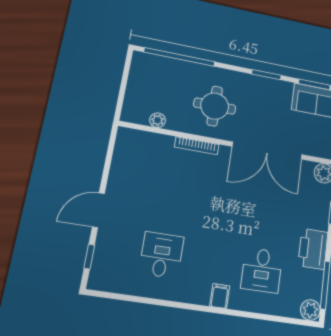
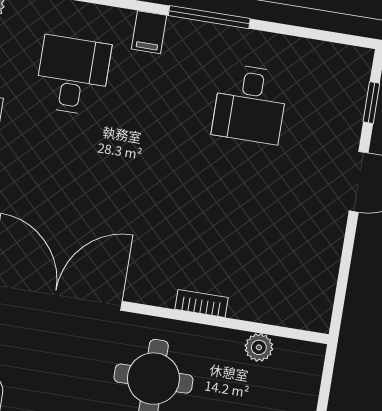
bookcase: (197, 146) -> (201, 303), width x0.64
window: (185, 306) -> (209, 17), added

